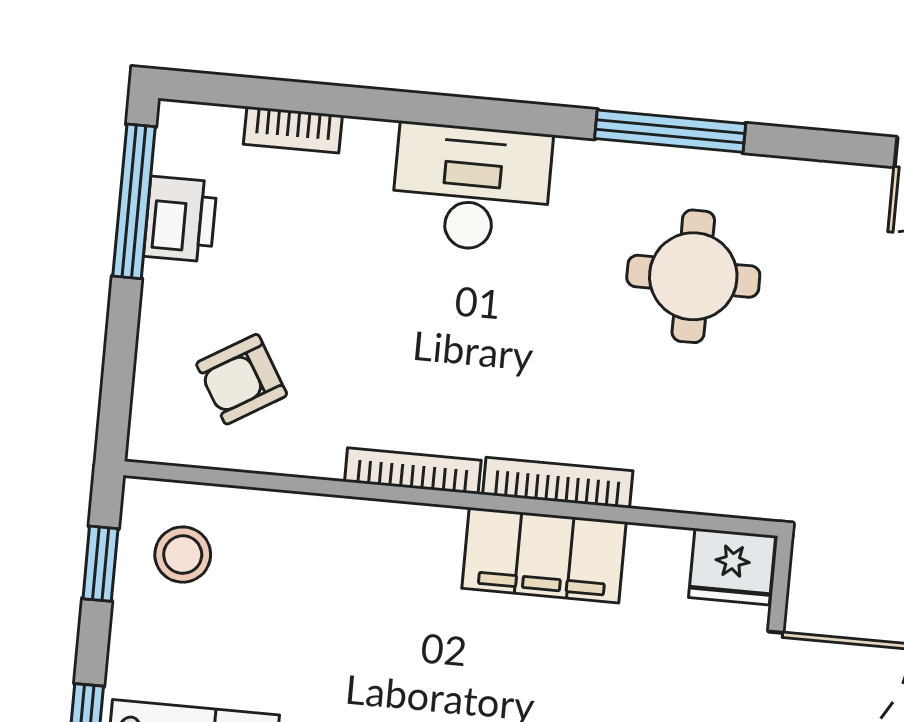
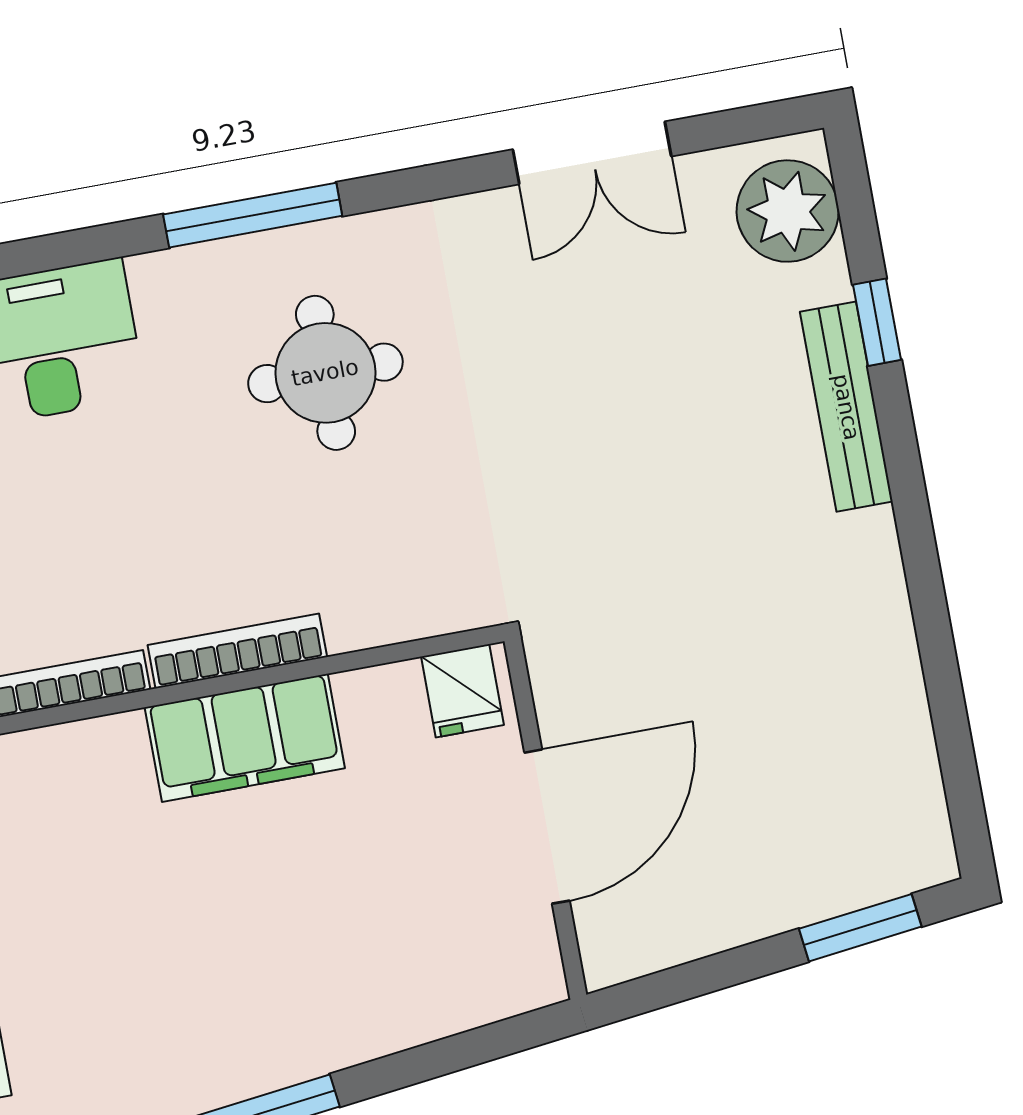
fridge: (732, 567) -> (463, 691), width x0.72

